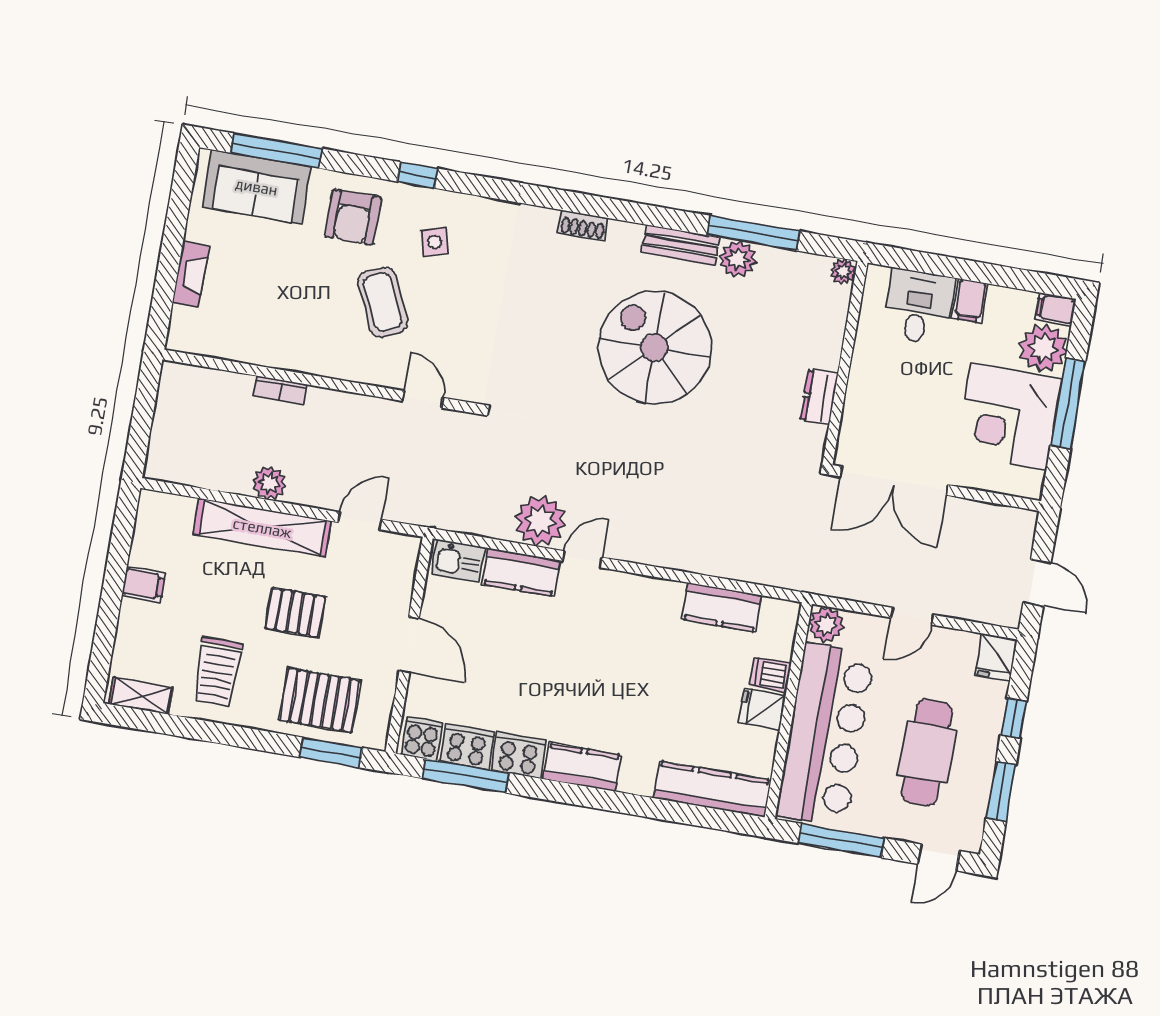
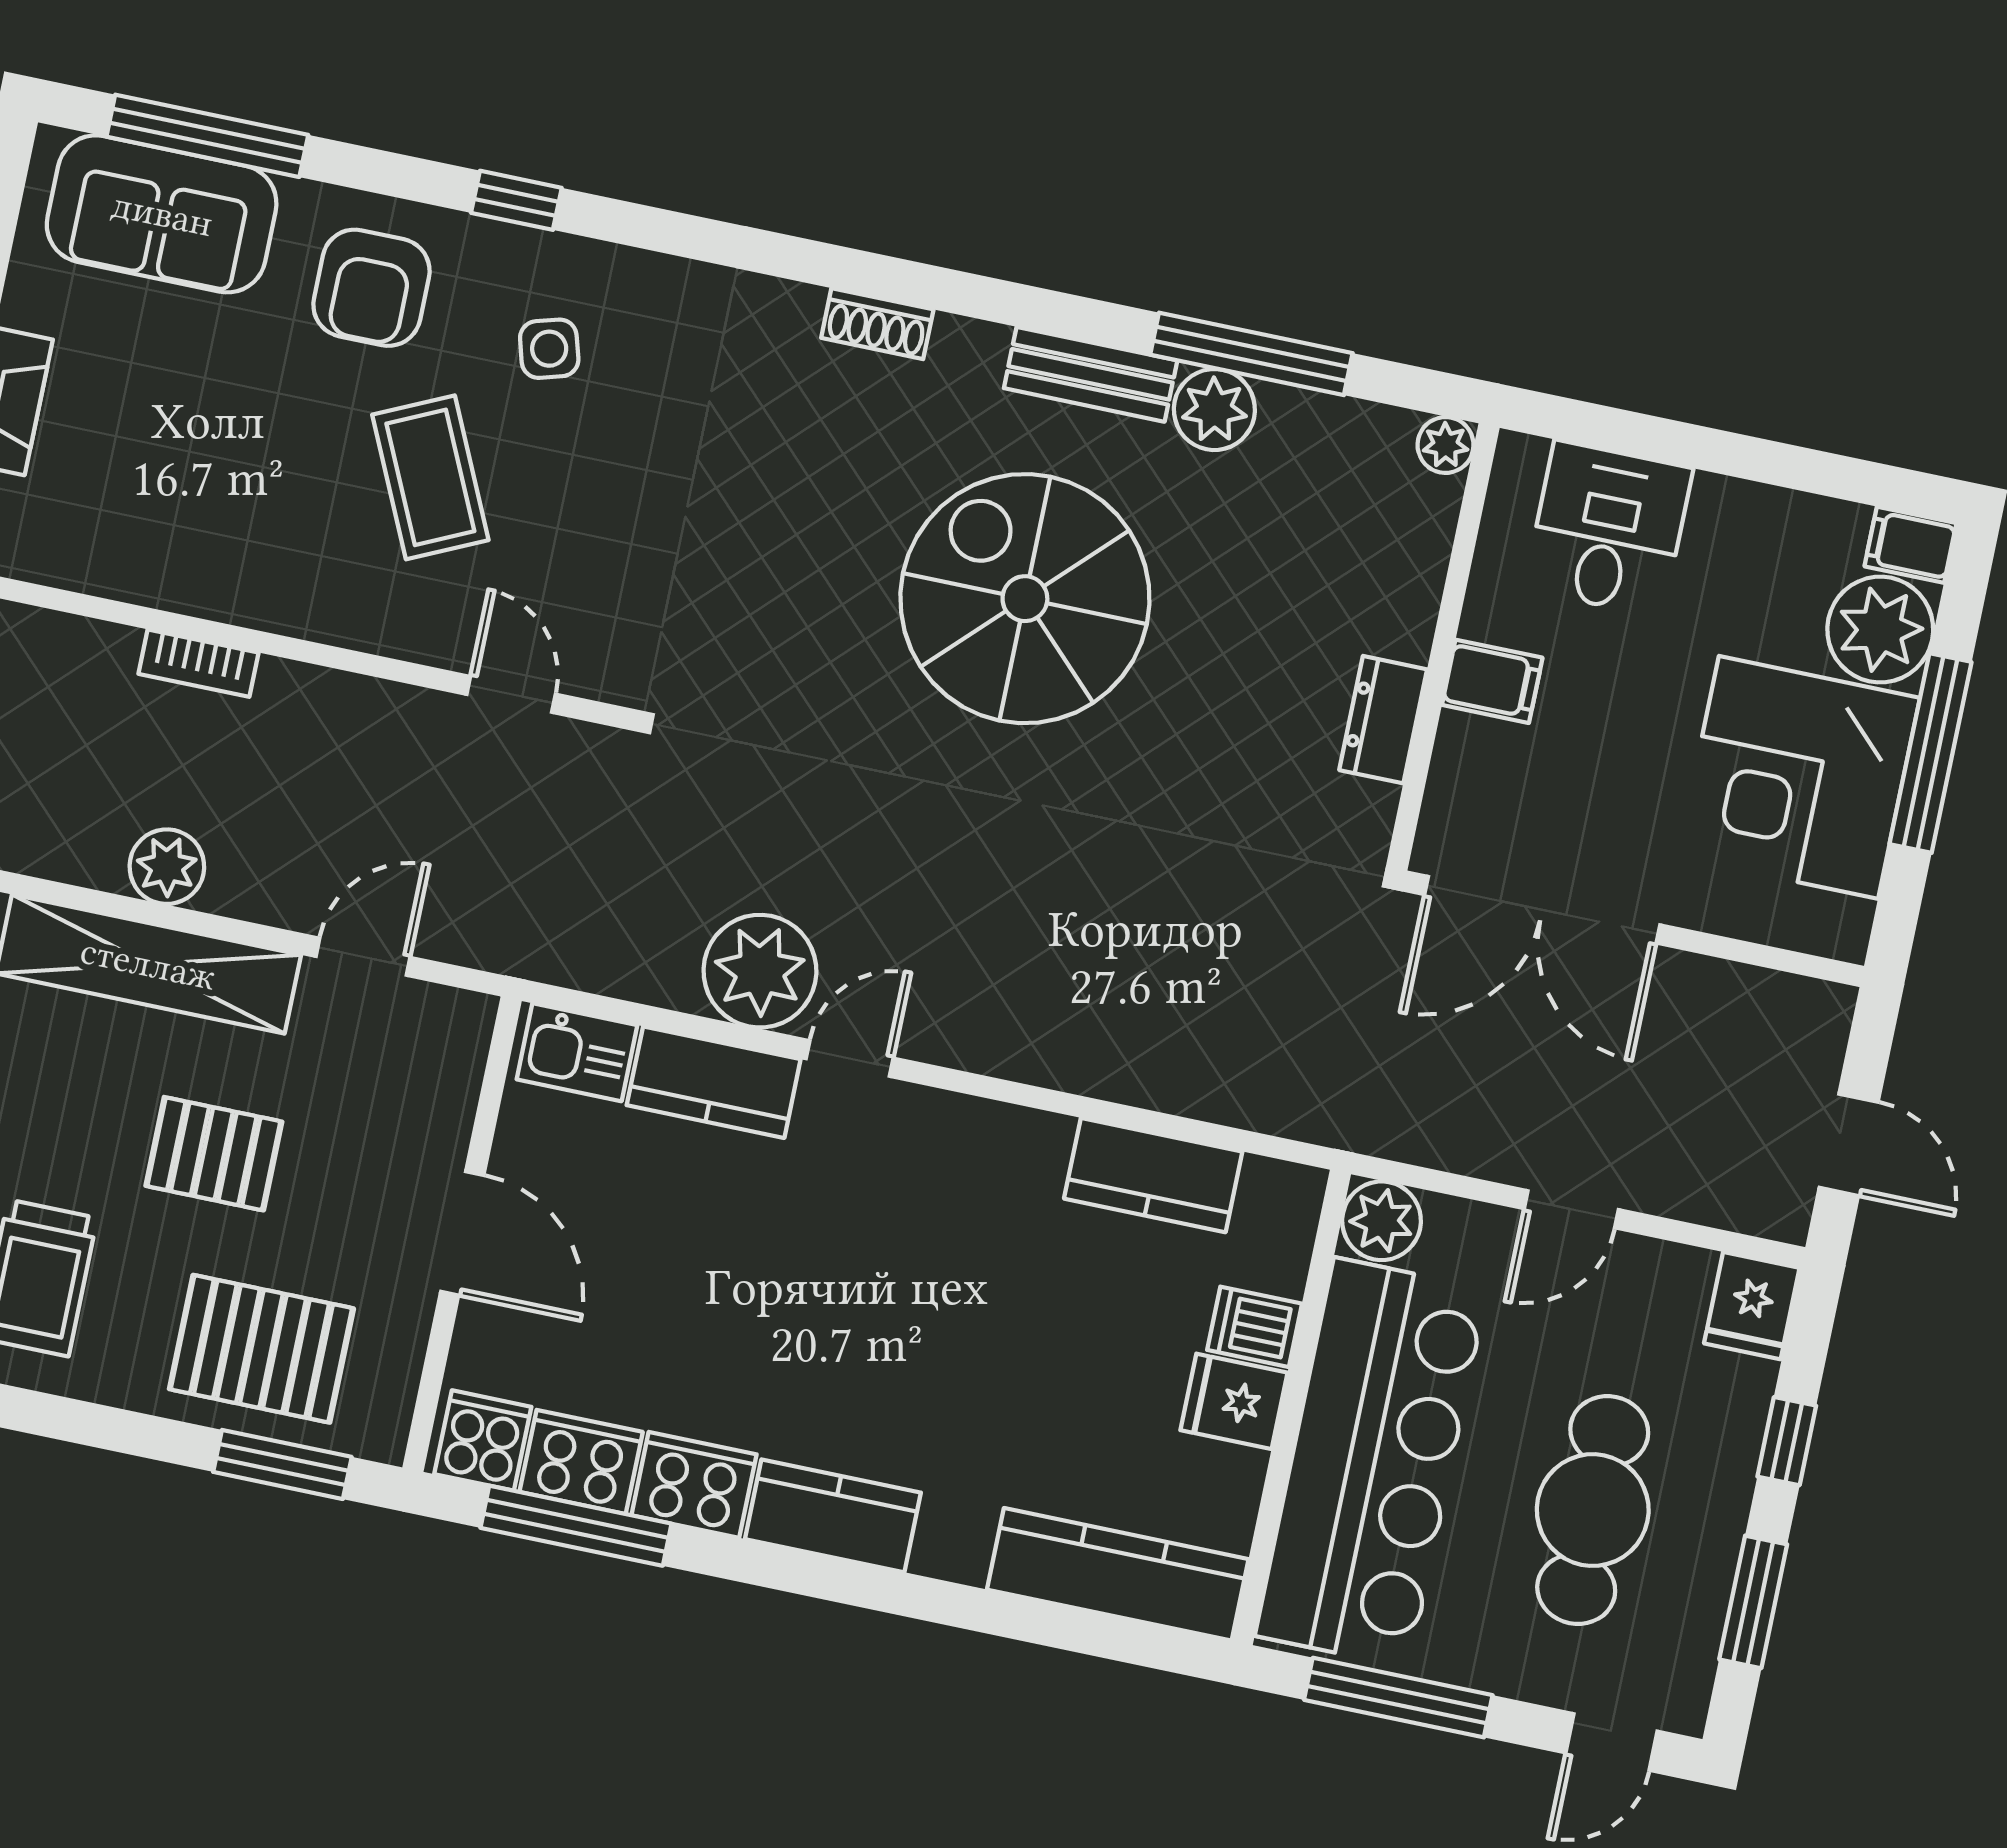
filing cabinet: (970, 301) -> (1492, 681), moved, turned -90

